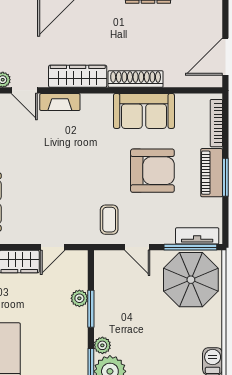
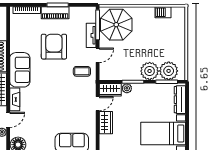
sofa: (144, 111) -> (20, 70), moved
tv unit: (197, 236) -> (91, 35), moved
door: (53, 247) -> (98, 104), hinge flipped
wardrobe: (77, 269) -> (110, 90), added
plant: (102, 345) -> (150, 71), width x1.87, depth x1.87

